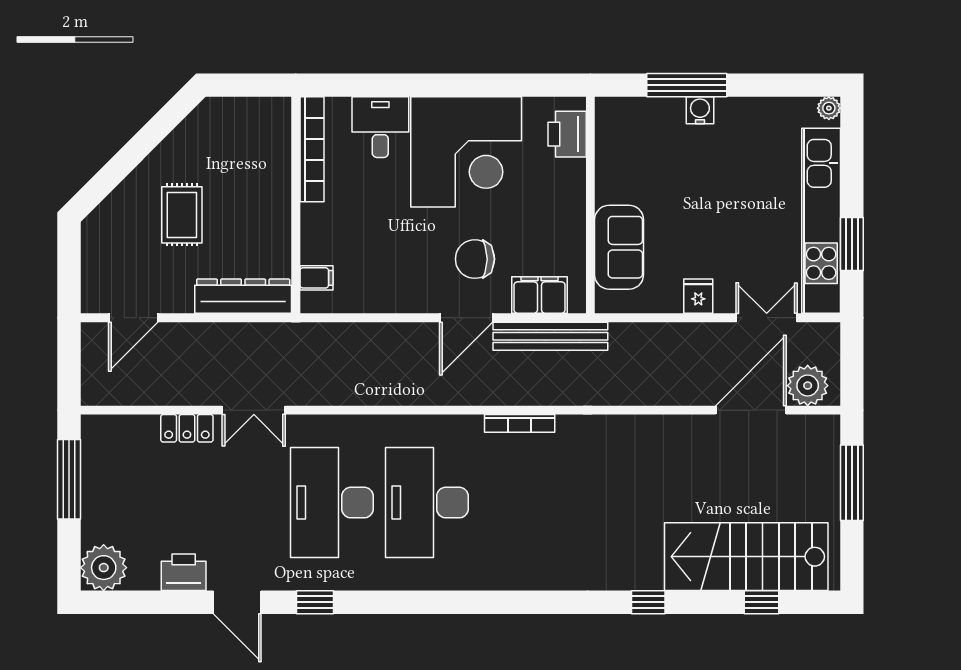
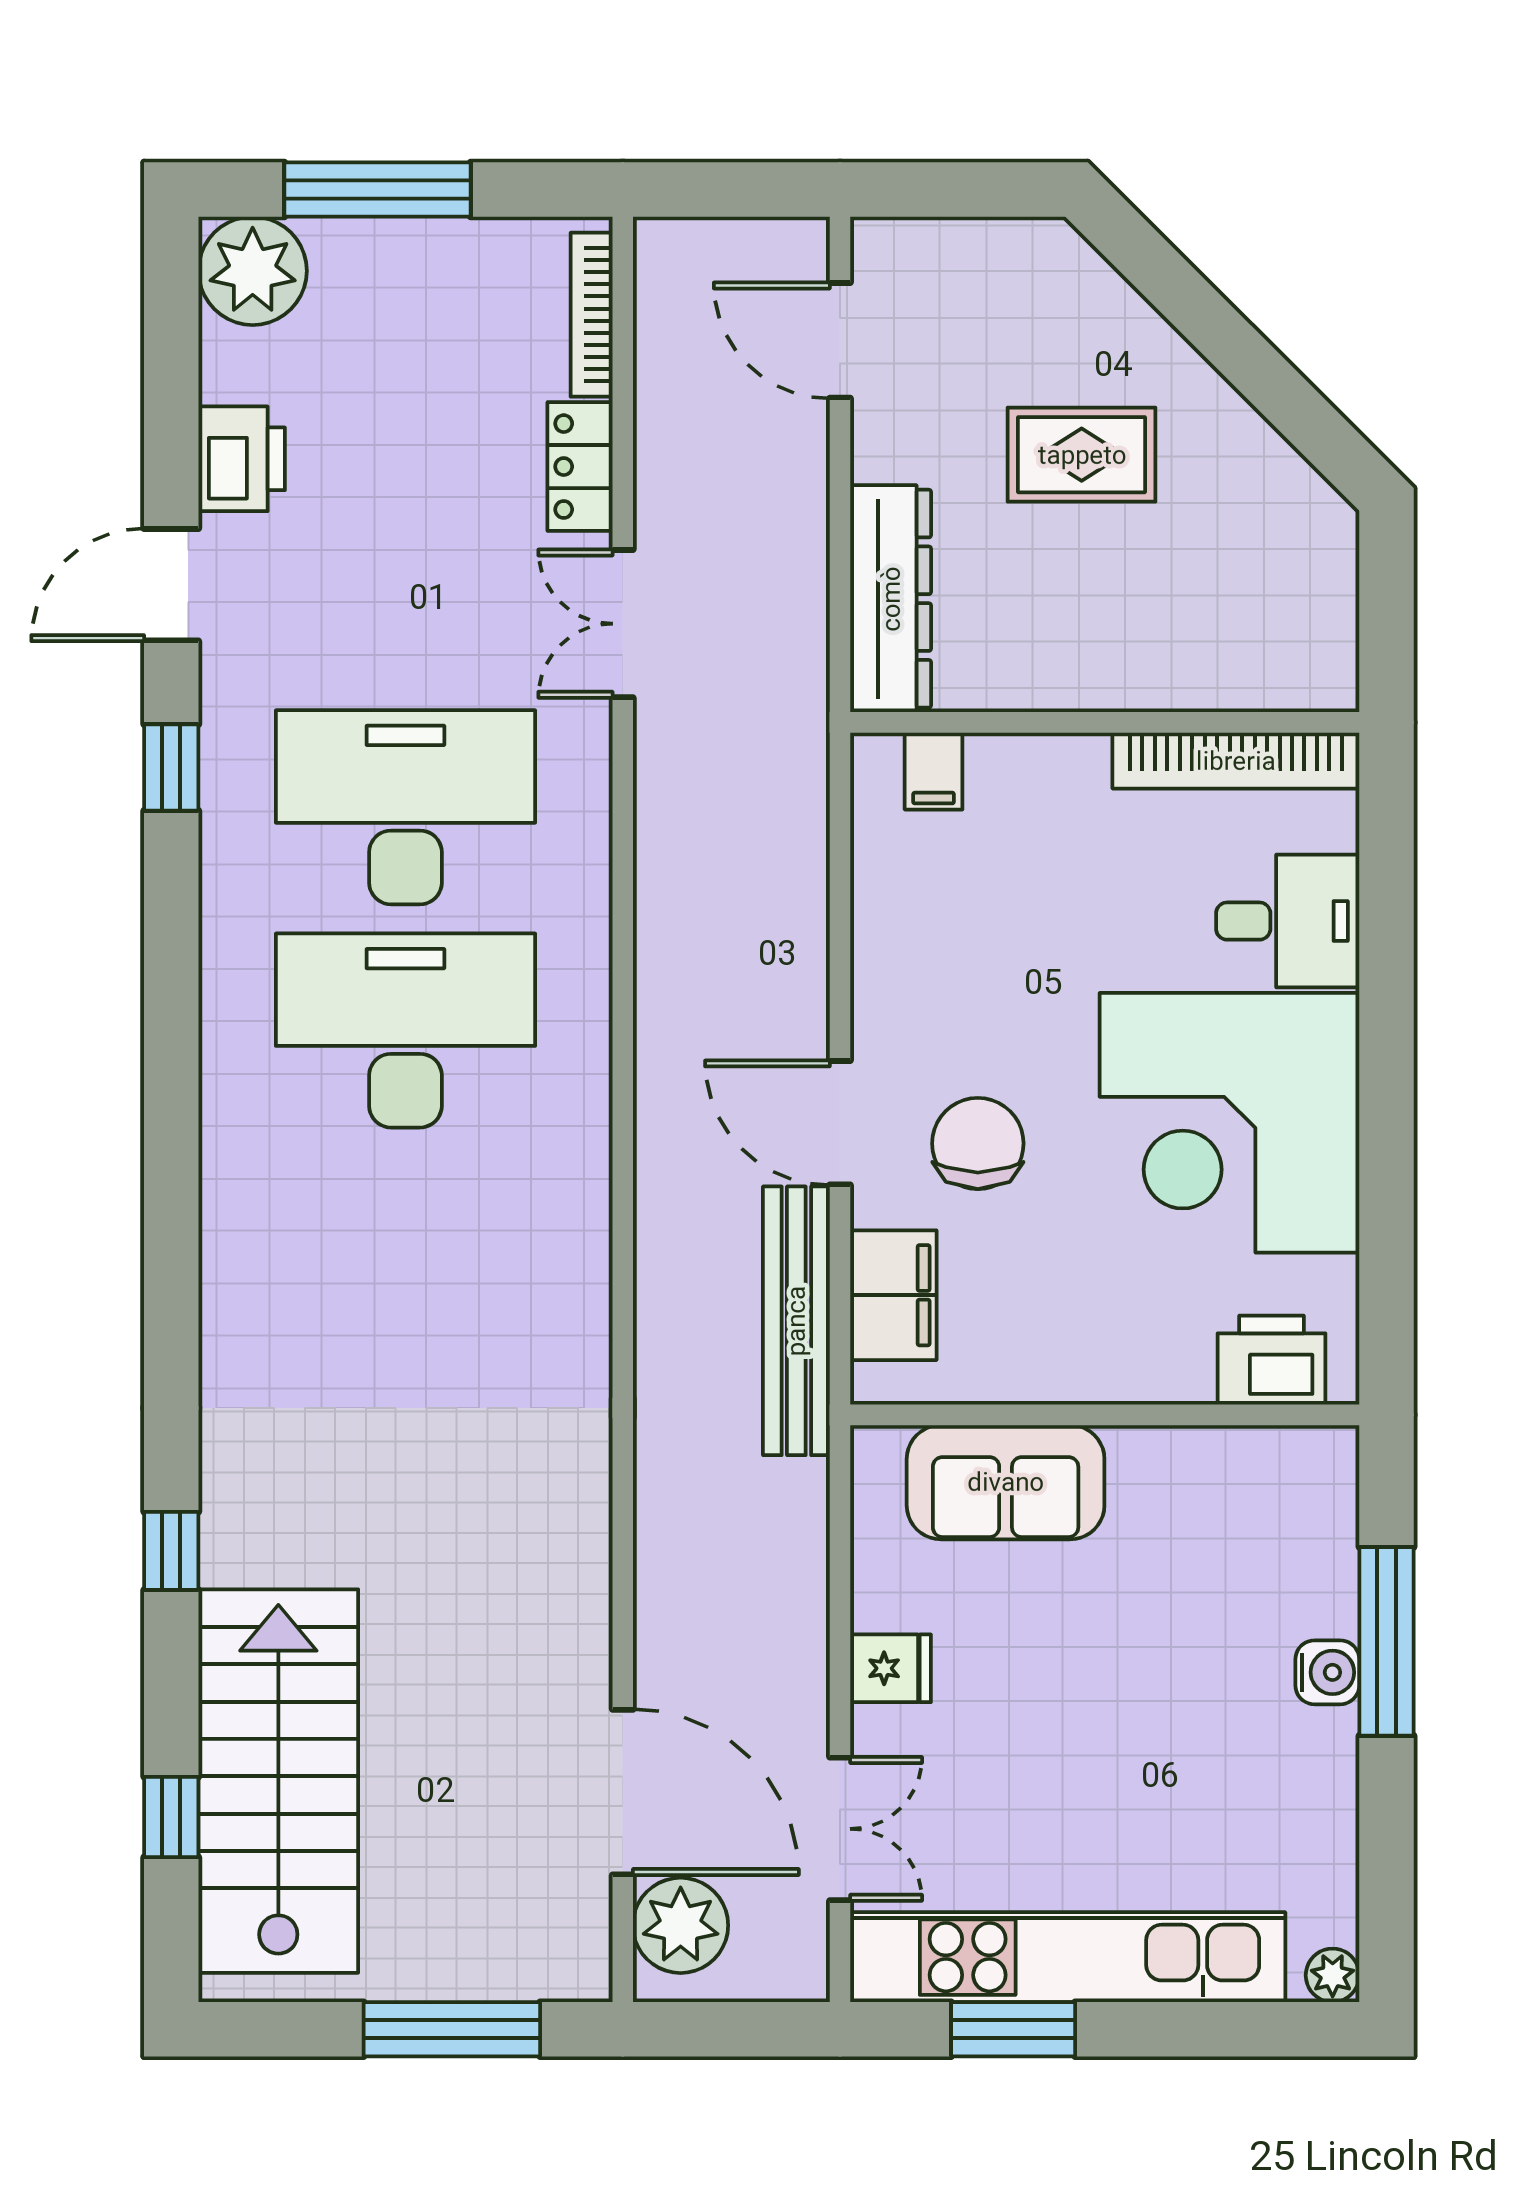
bookcase: (520, 423) -> (592, 315), moved
window: (69, 479) -> (377, 189), moved

